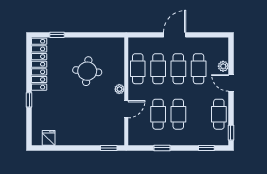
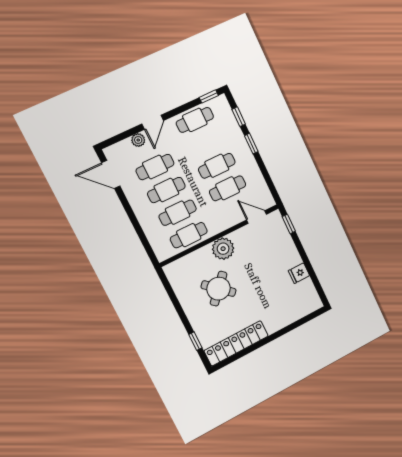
door: (175, 35) -> (111, 174), moved
round table: (87, 71) -> (219, 289), turned 36
plant: (119, 89) -> (223, 249), width x1.88, depth x1.88
window: (29, 100) -> (279, 334), removed
door: (126, 109) -> (257, 217), moved
fridge: (49, 138) -> (299, 273), moved
window: (162, 148) -> (251, 144), moved

